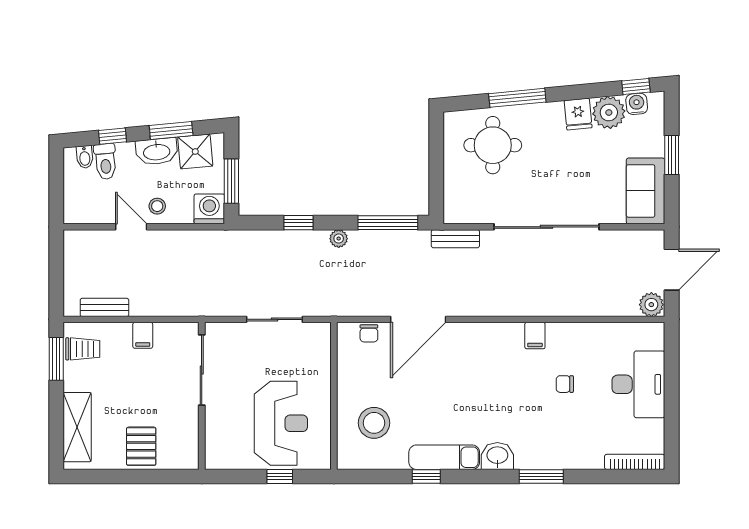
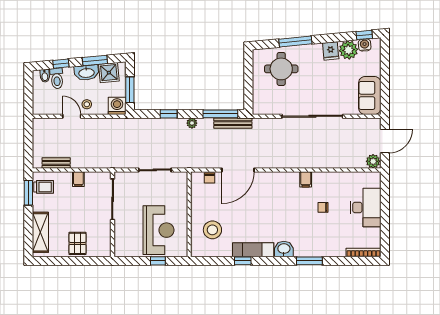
window: (672, 155) -> (385, 75), removed
bench: (455, 239) -> (233, 123), moved, width x1.36

